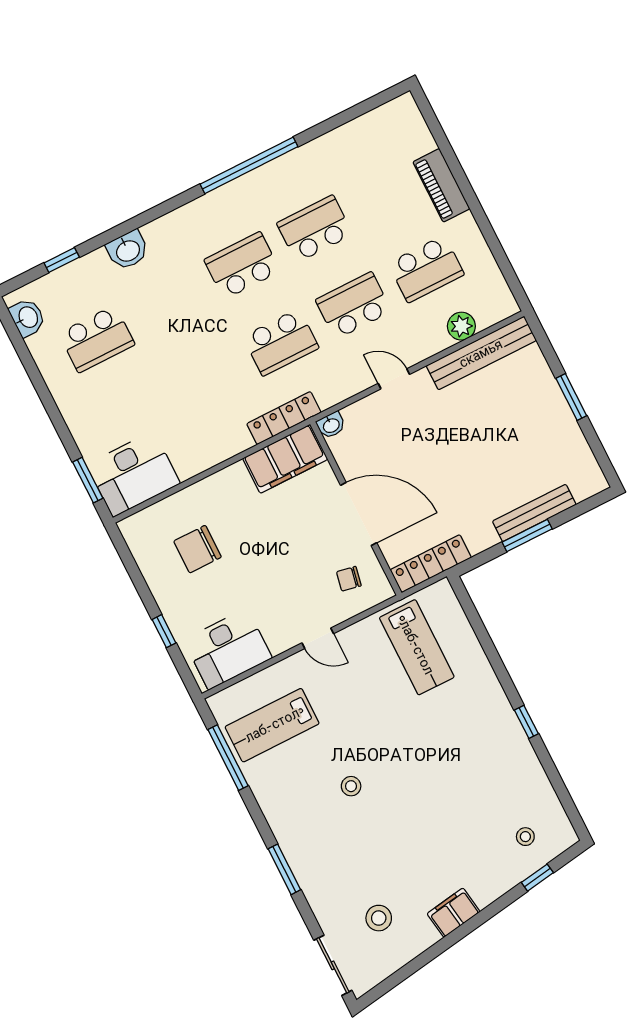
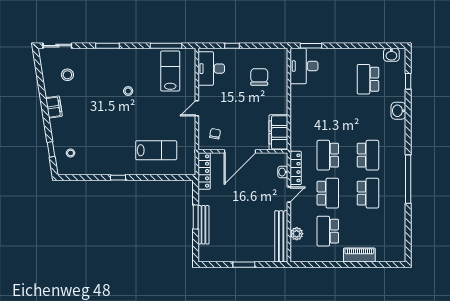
locker: (284, 418) -> (296, 168), moved
washbasin: (331, 425) -> (283, 172), moved
lab bench: (417, 647) -> (156, 150), moved, turned 180

